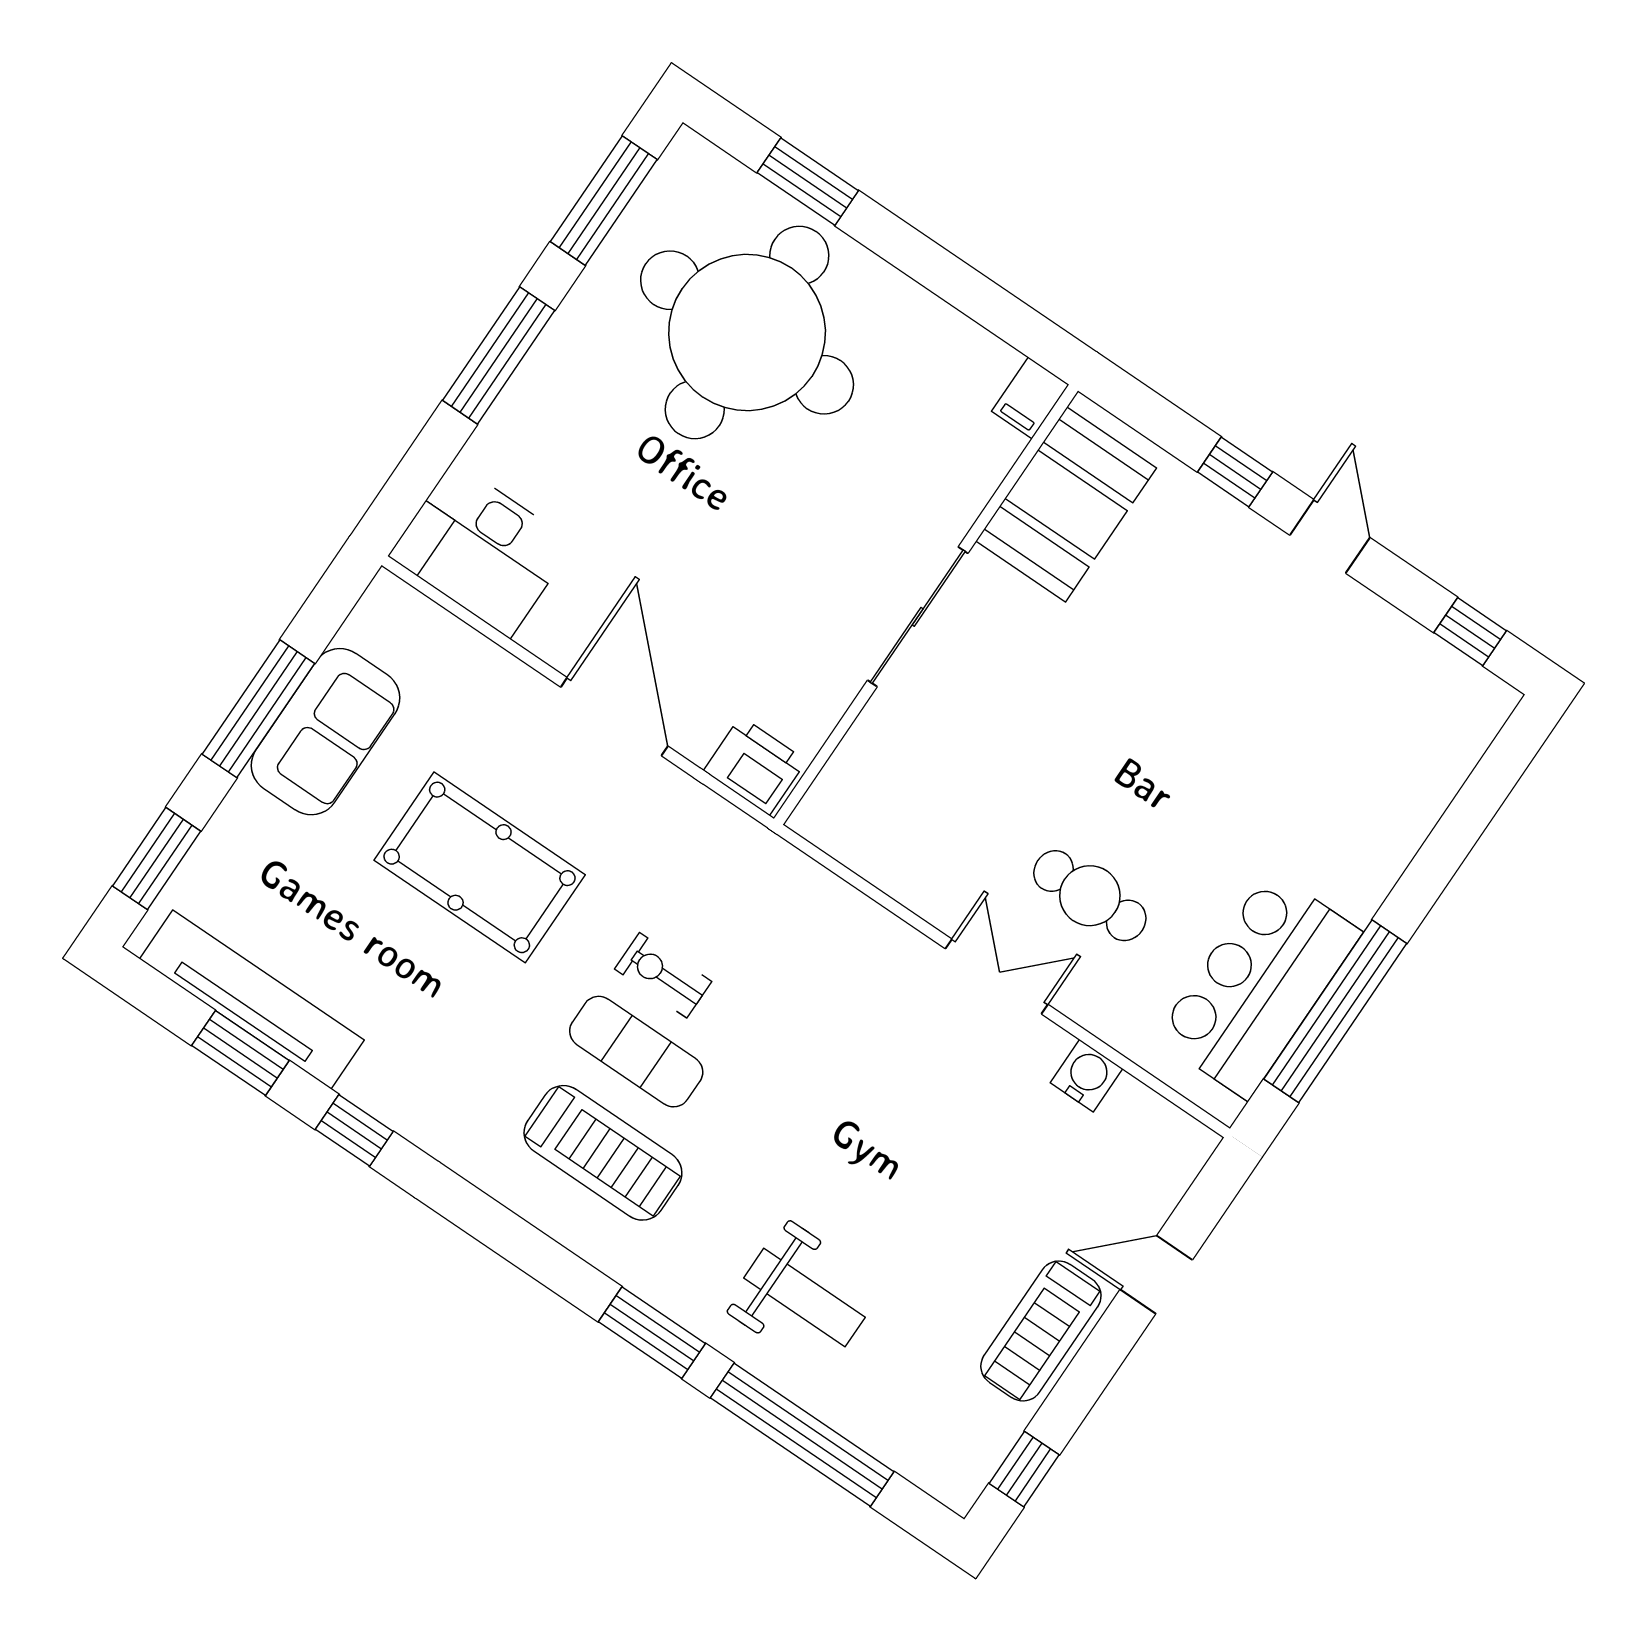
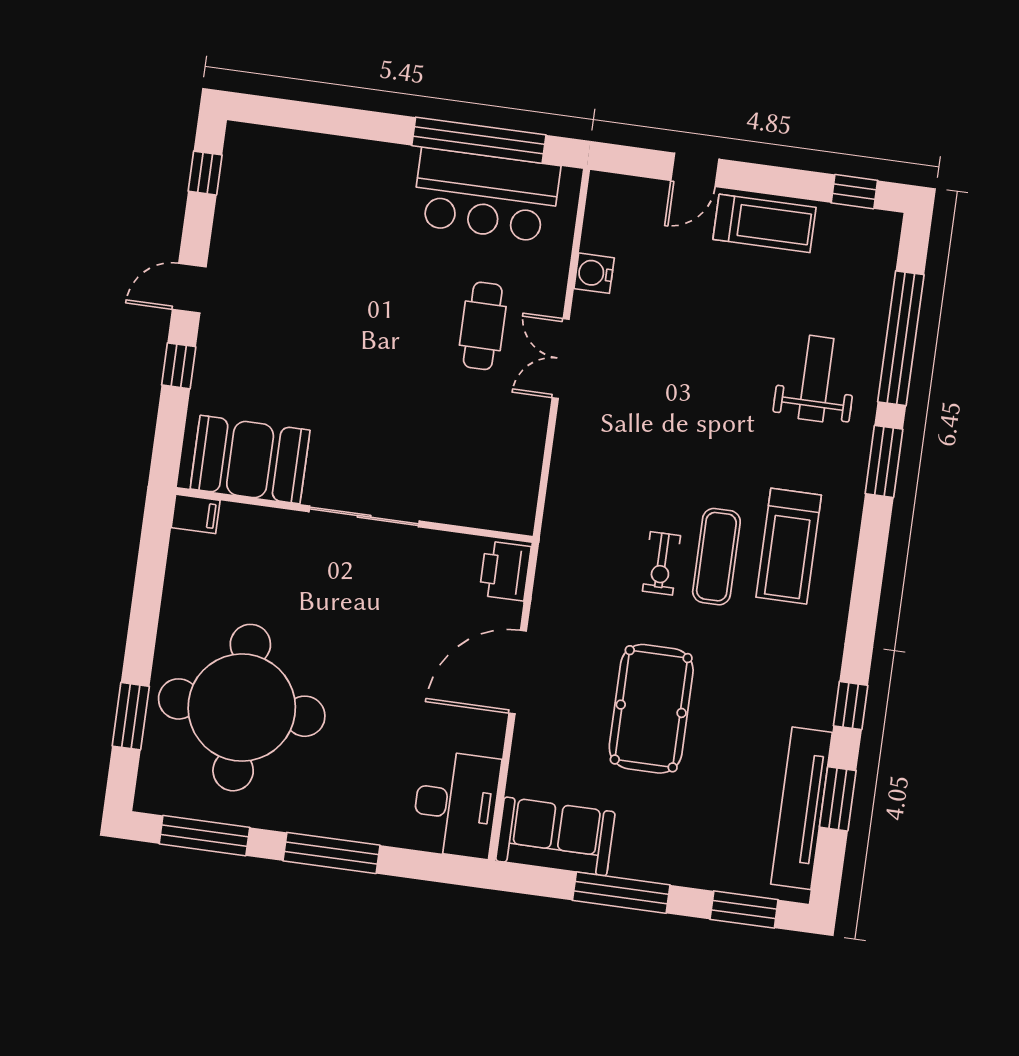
sofa: (326, 732) -> (555, 836), moved
treadmill: (603, 1153) -> (789, 546), turned 180
door: (1156, 1275) -> (695, 170), hinge flipped

